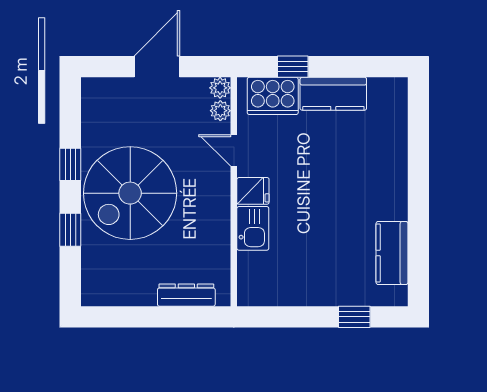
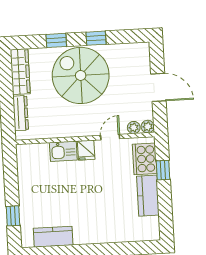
wardrobe: (118, 292) -> (20, 72), added

